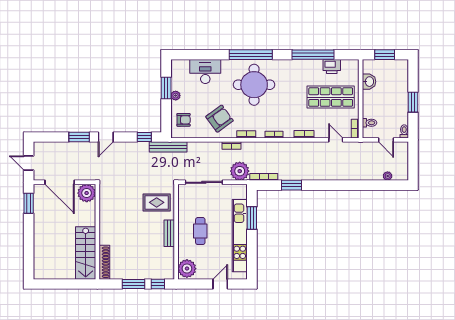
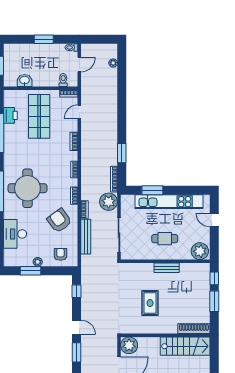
bench: (168, 147) -> (86, 237), moved
rug: (157, 202) -> (150, 303), moved

